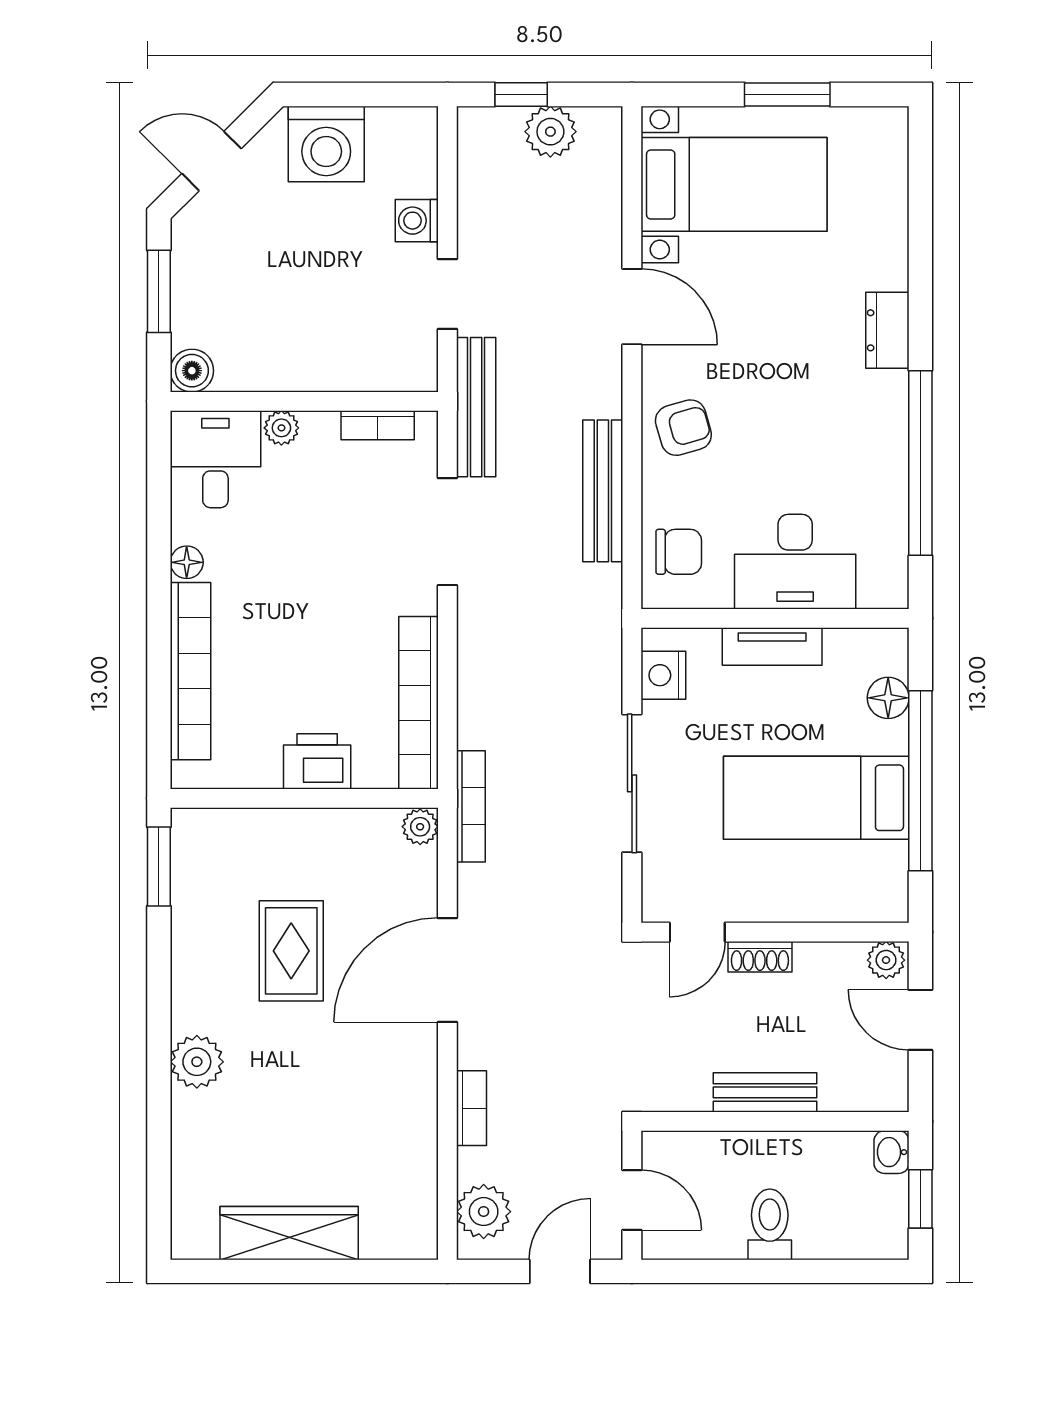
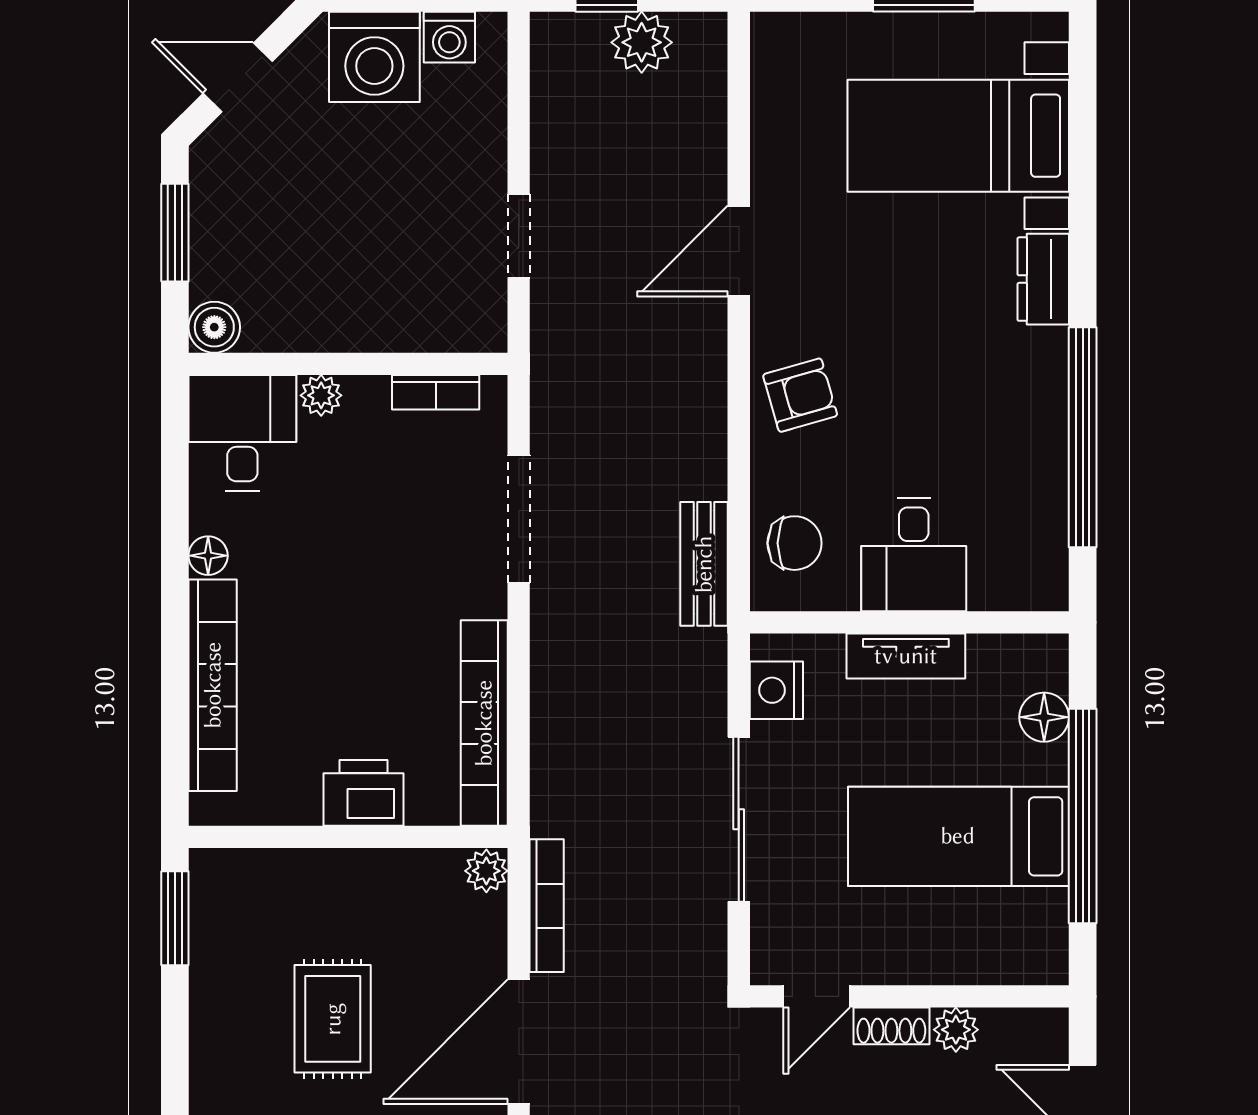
bed with nightstands: (734, 184) -> (958, 136), moved, turned 180
washing machine: (417, 221) -> (449, 37), moved, turned -90
door: (632, 307) -> (739, 251), swing flipped
bench: (476, 407) -> (553, 371), removed
bench: (603, 491) -> (704, 564), moved, width x0.73
desk: (795, 562) -> (914, 555), width x0.73
bookcase: (471, 806) -> (547, 906), moved
plant: (886, 960) -> (956, 1030), moved

